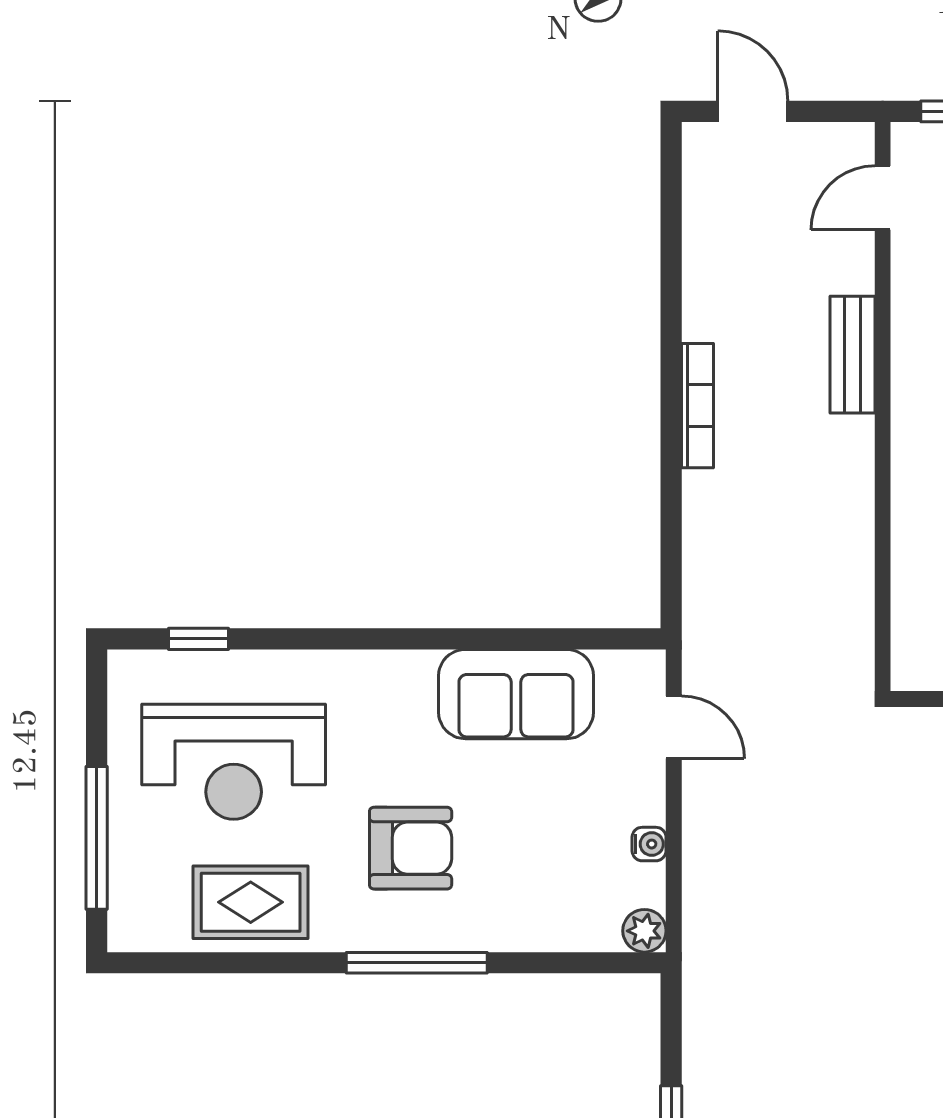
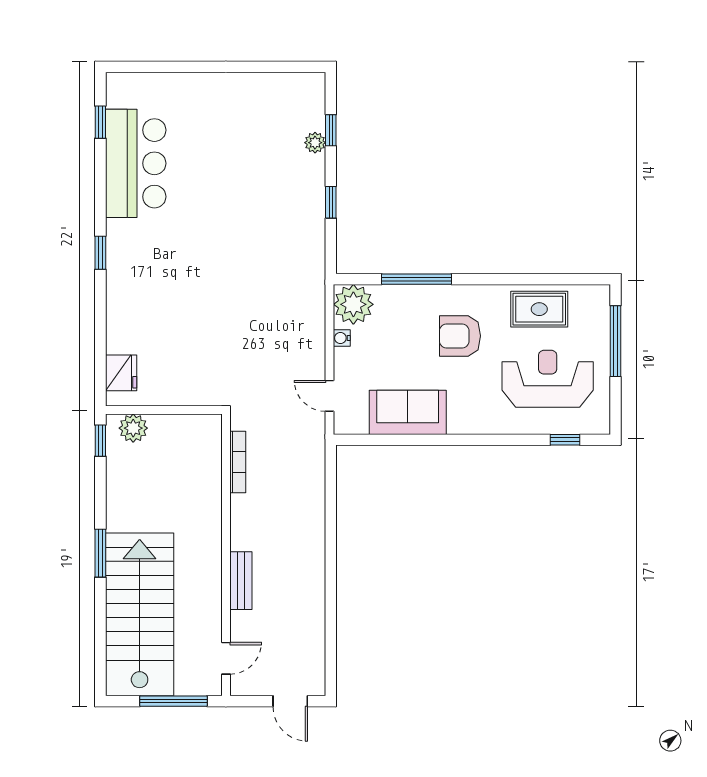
bookcase: (697, 406) -> (238, 462), moved, turned 180
plant: (644, 931) -> (353, 304), width x1.87, depth x1.87
window: (417, 963) -> (417, 279), moved

